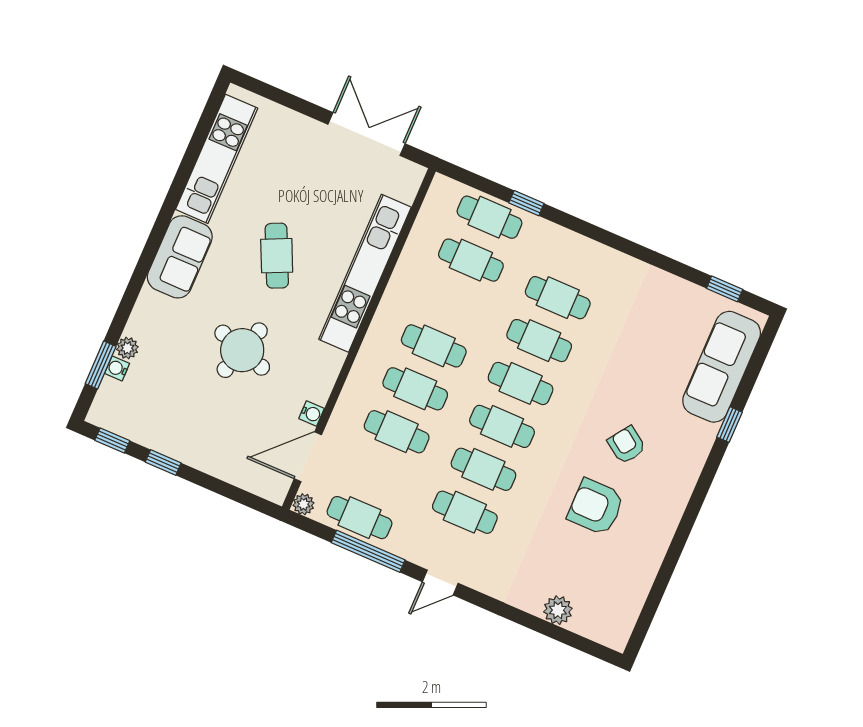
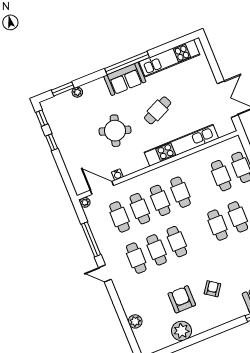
window: (159, 229) -> (127, 63), added
water cooler: (117, 368) -> (67, 96), removed
cafe table: (521, 383) -> (197, 233), removed
cafe table: (359, 518) -> (120, 217), moved
plant: (643, 555) -> (181, 331), added

